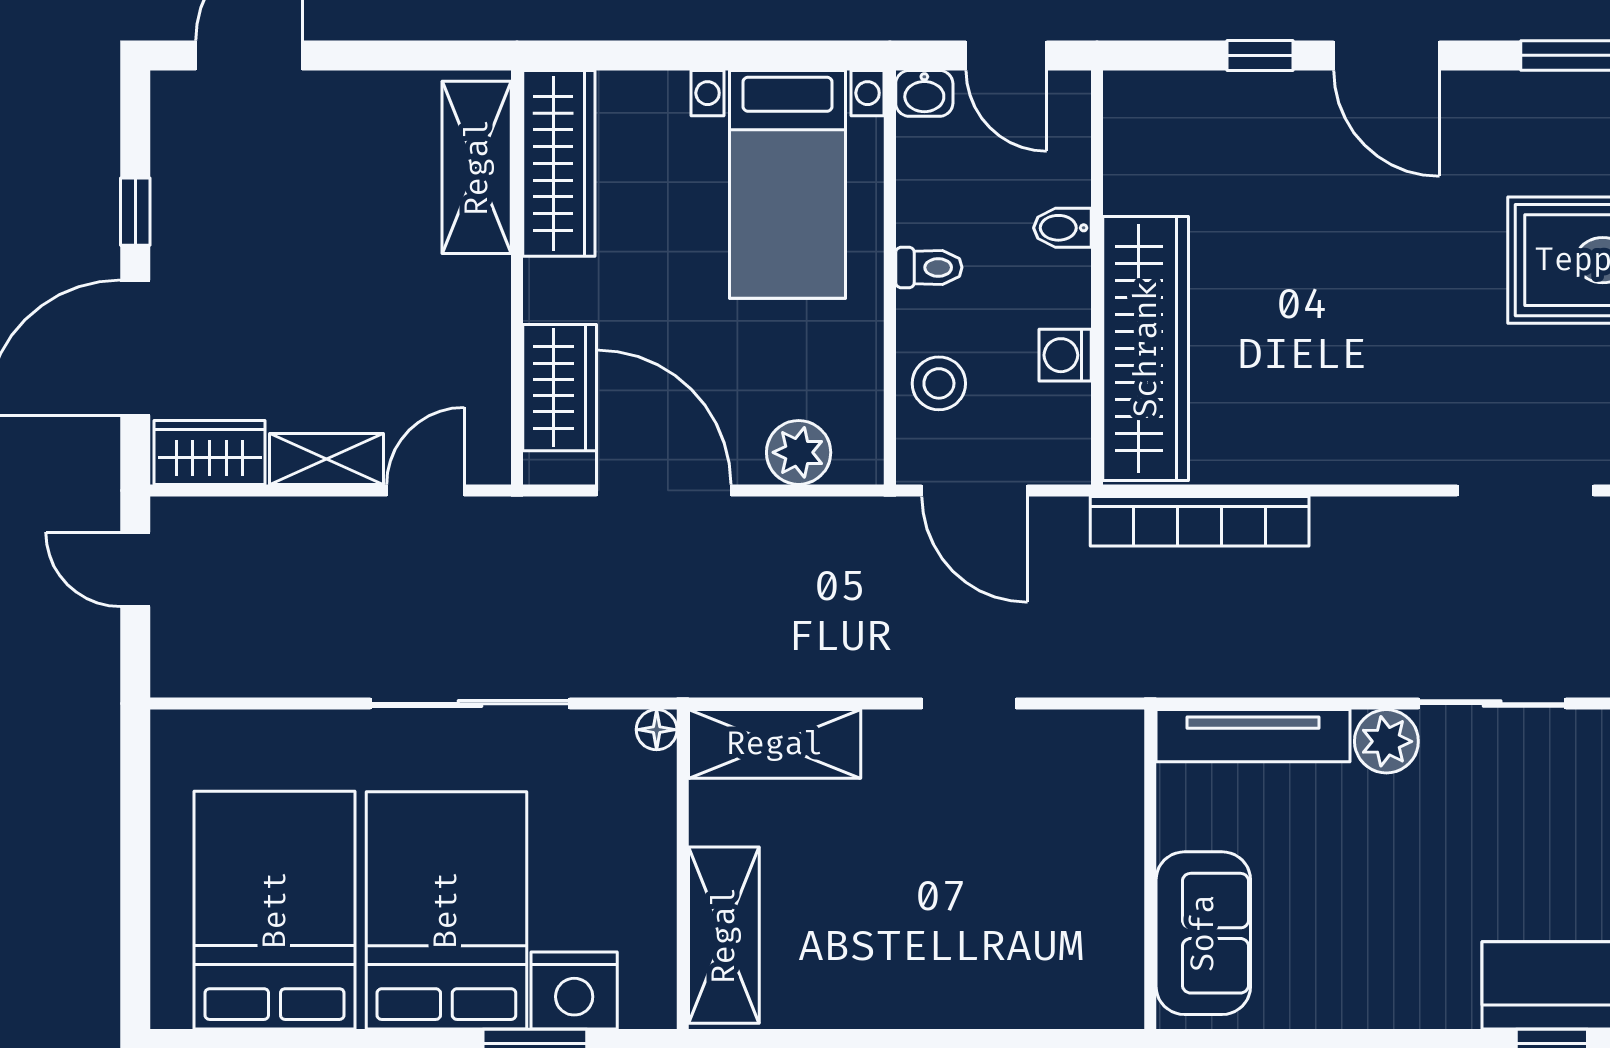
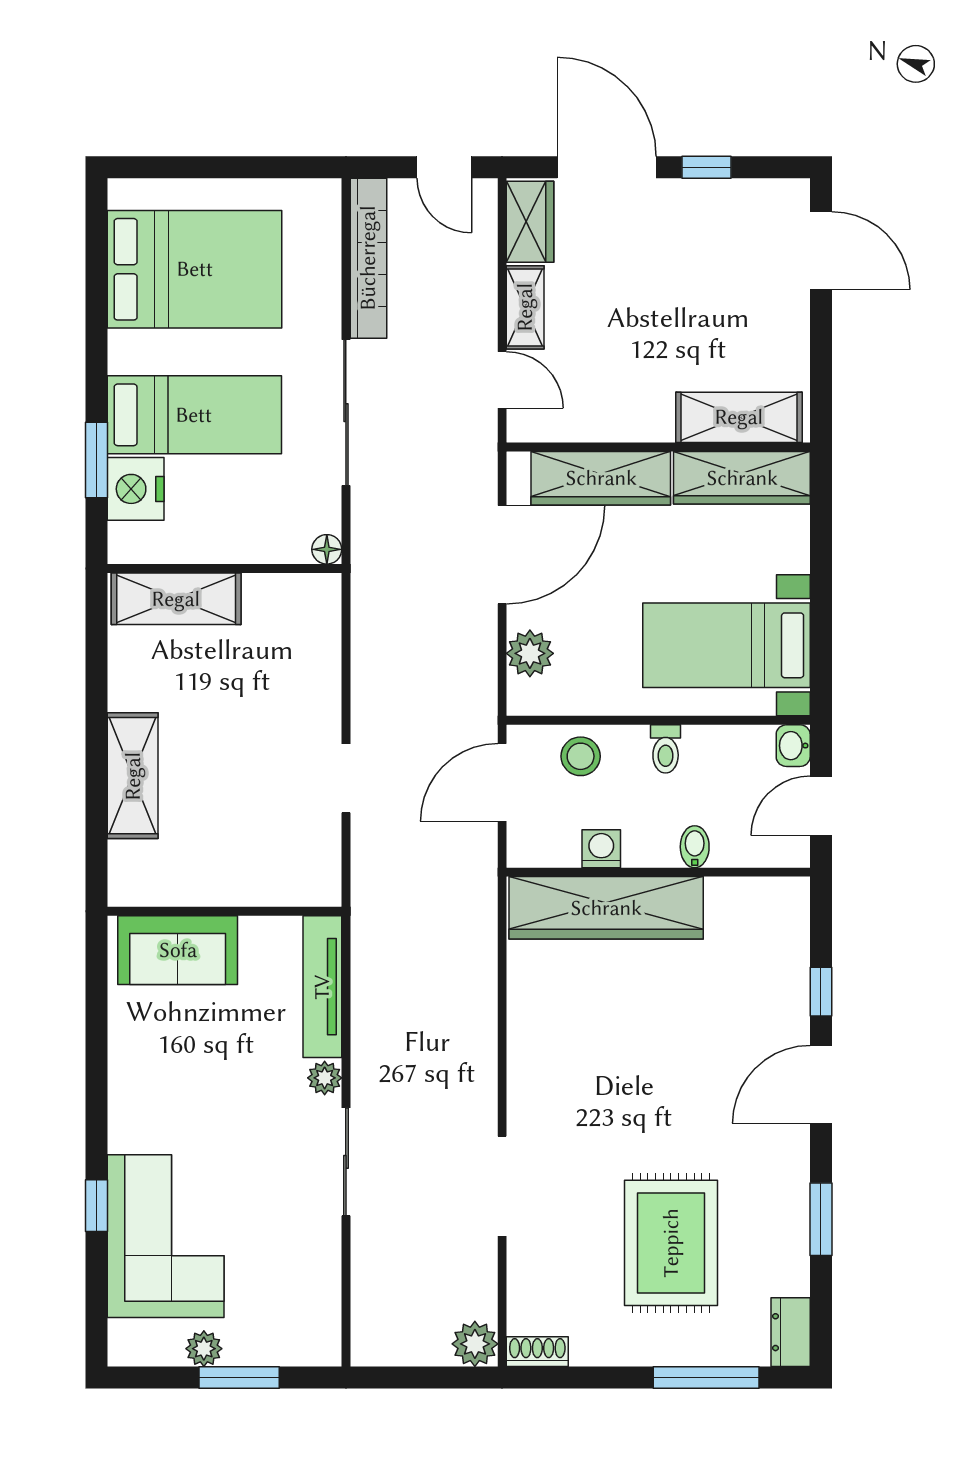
wardrobe: (560, 388) -> (601, 478), width x1.50
bookcase: (1200, 521) -> (368, 258), moved, turned 180
door: (135, 569) -> (444, 167), swing flipped
plant: (1386, 741) -> (325, 1078), width x0.73, depth x0.73
shelving: (775, 744) -> (133, 776), moved
bed: (446, 910) -> (194, 415), width x0.67

